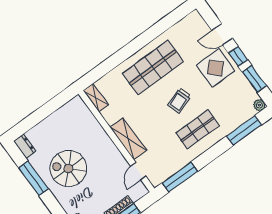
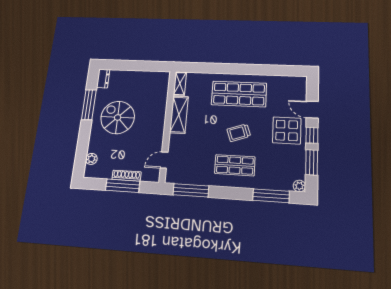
shelving: (128, 139) -> (179, 115), moved

